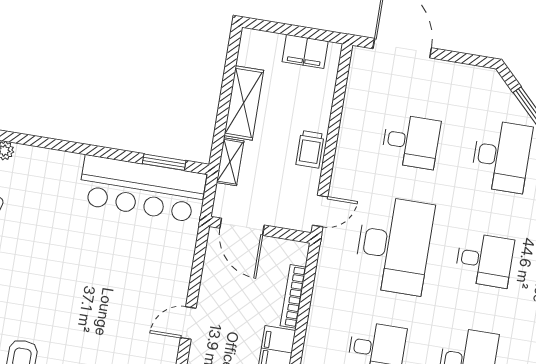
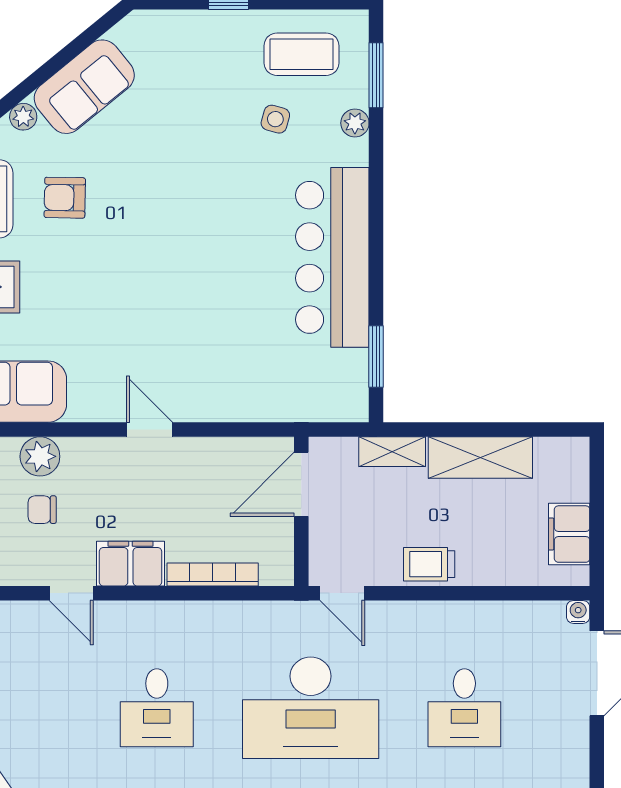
water cooler: (359, 54) -> (578, 612), added
bar counter: (142, 189) -> (332, 257), moved

